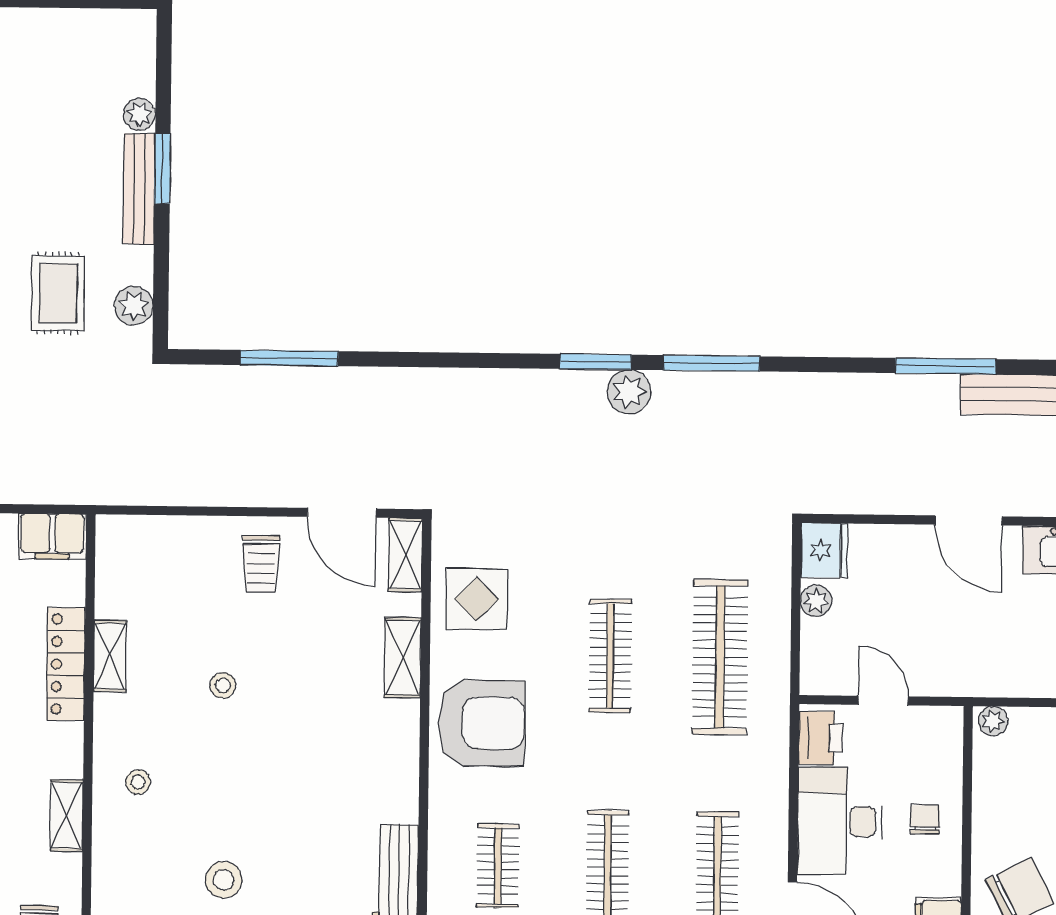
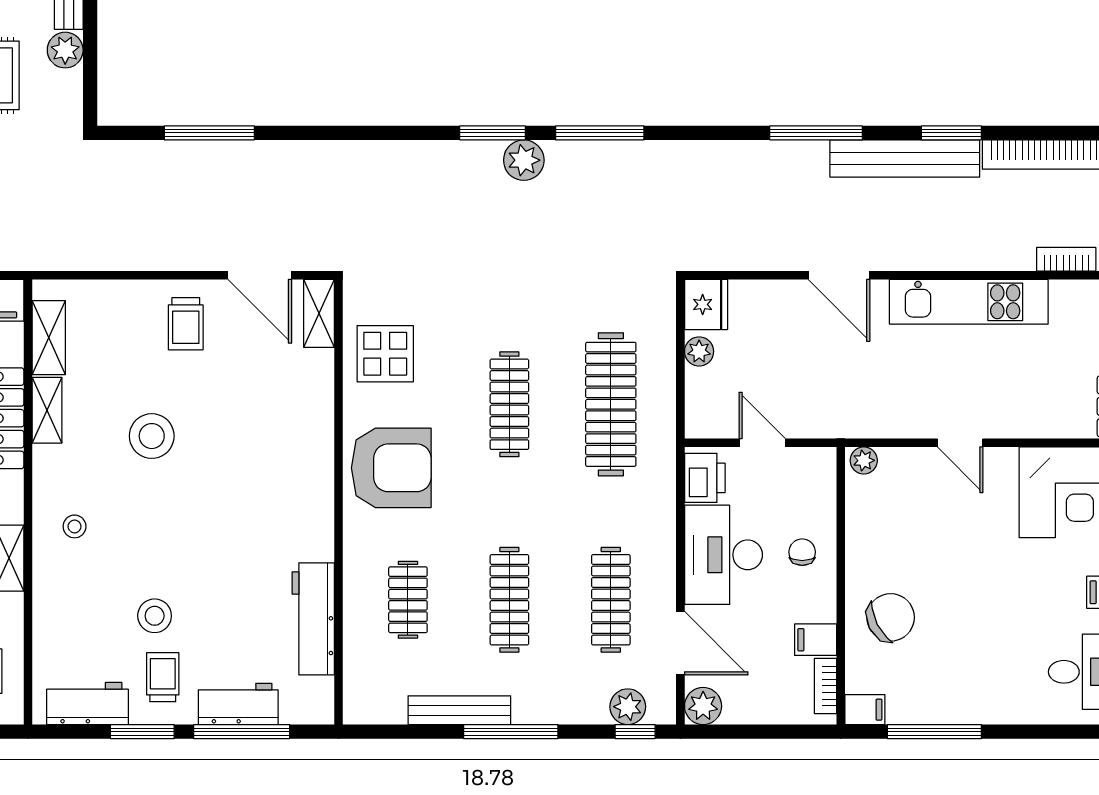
plant: (134, 306) -> (65, 50), moved
shelving: (403, 658) -> (49, 338), moved
stool: (223, 685) -> (152, 436), width x1.89, depth x1.89

